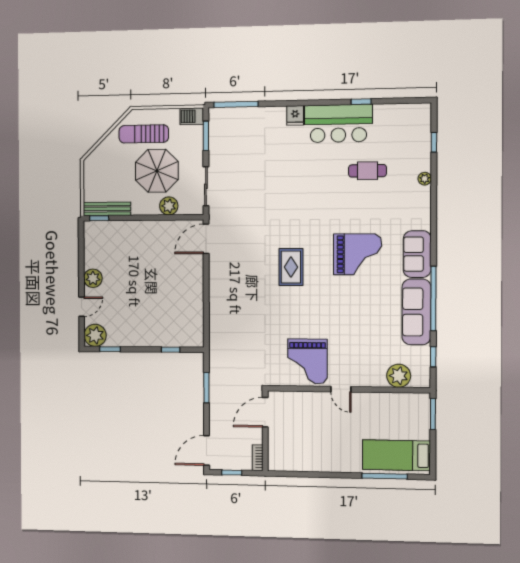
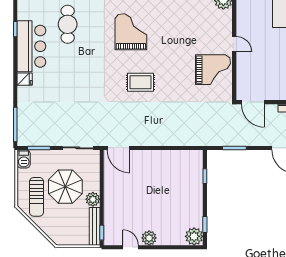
cafe table: (367, 171) -> (68, 24), width x1.37, depth x1.35
plant: (169, 206) -> (93, 199), moved
door: (82, 307) -> (131, 247), moved
door: (341, 389) -> (234, 44), hinge flipped

